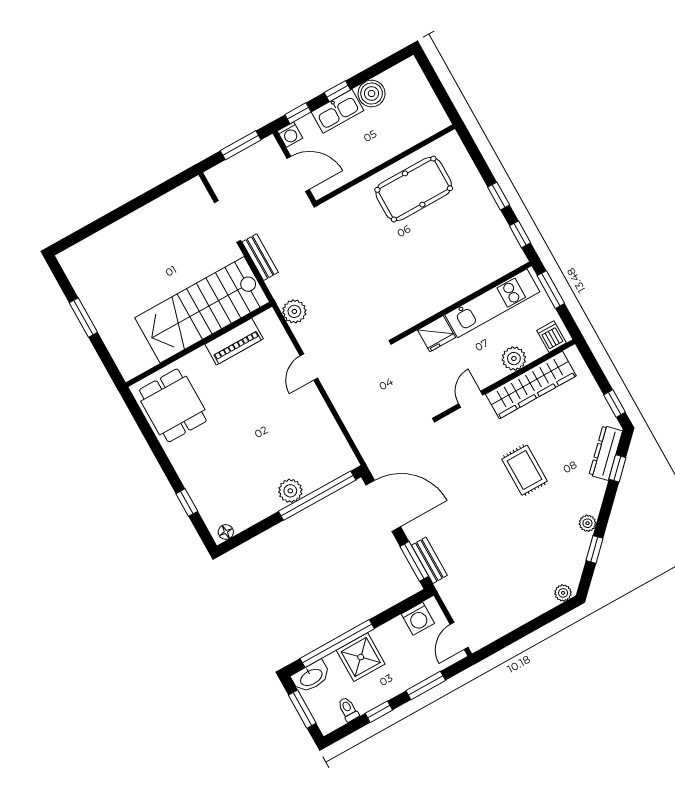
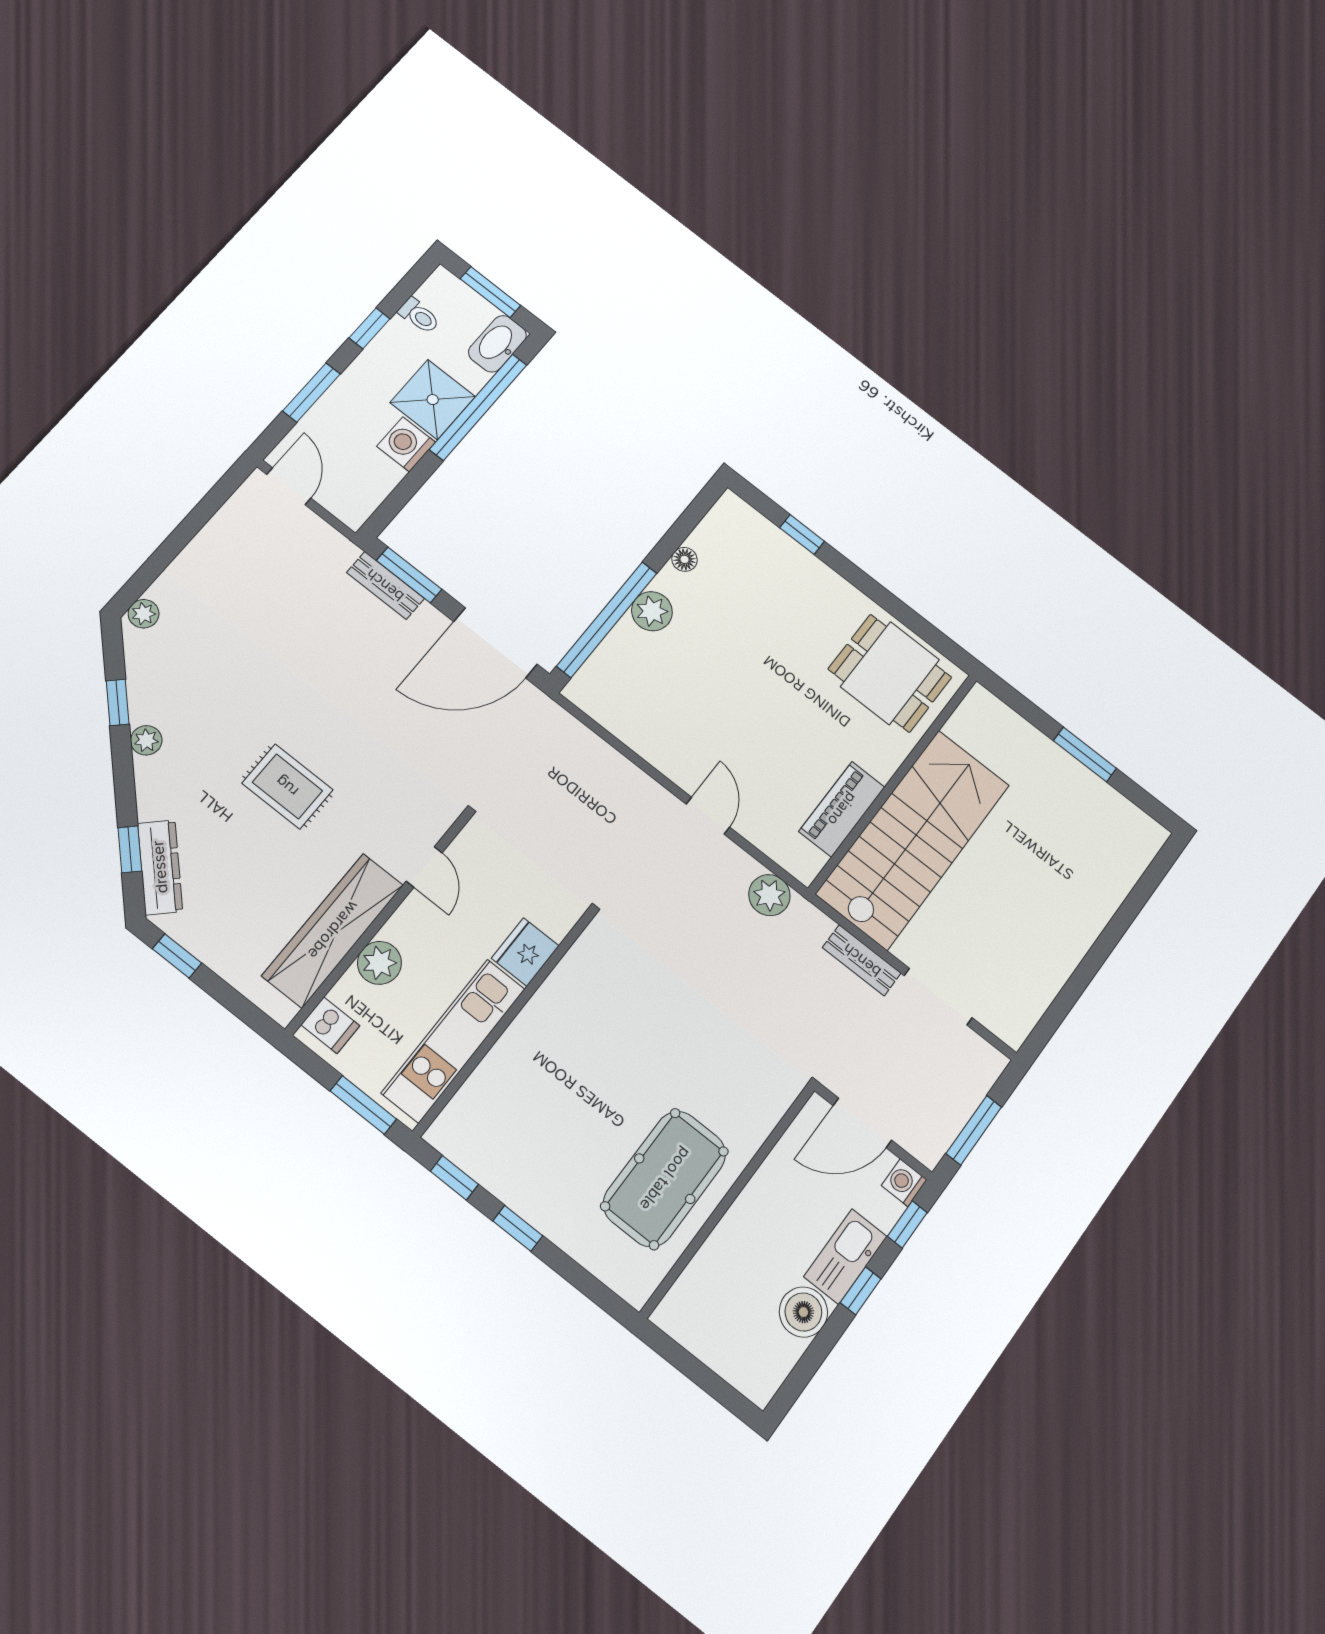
floor lamp: (226, 532) -> (684, 559), moved
washing machine: (418, 619) -> (406, 444), moved

